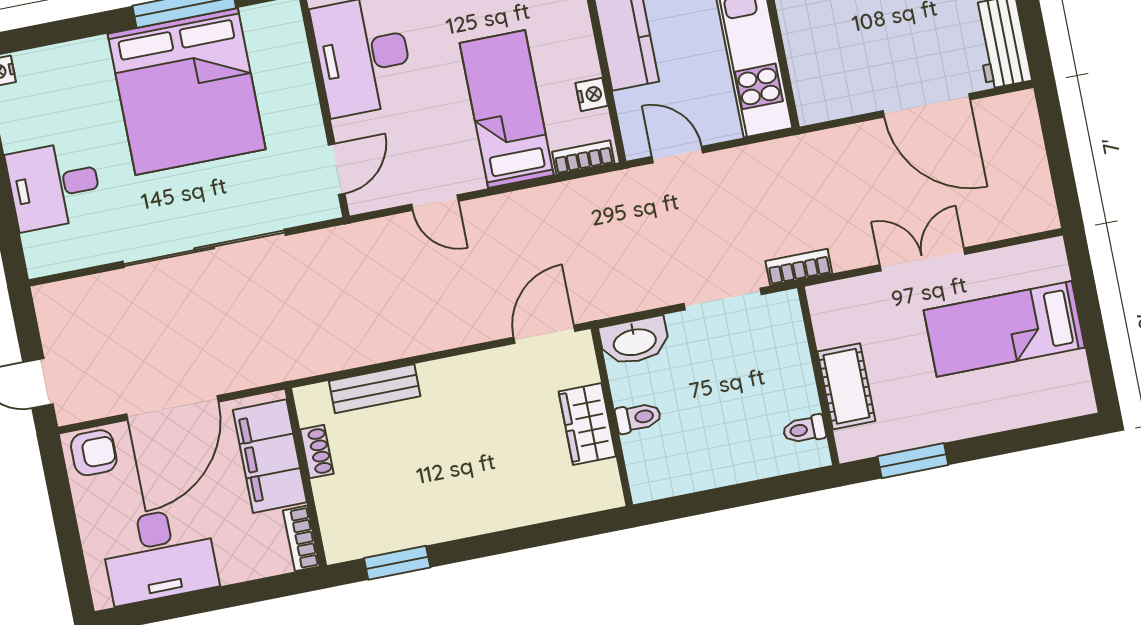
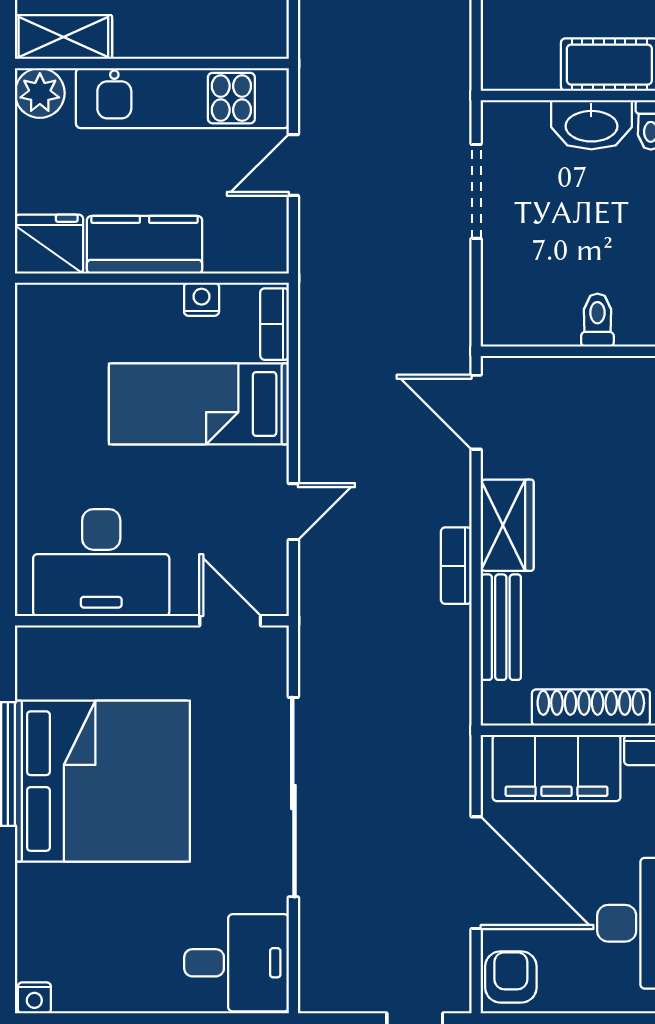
door: (677, 155) -> (293, 165), moved
desk: (54, 186) -> (237, 963), moved, turned -90
bookcase: (799, 267) -> (456, 566), moved
washbasin: (635, 341) -> (591, 125), moved, turned 90
wardrobe: (587, 424) -> (507, 525), moved, turned -90
shoe rack: (317, 452) -> (591, 708), width x1.94, depth x1.24

